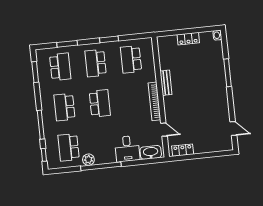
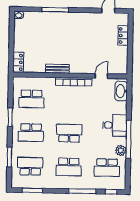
locker: (188, 39) -> (18, 62), moved
desk: (127, 149) -> (115, 125), moved
locker: (183, 150) -> (123, 36), moved

